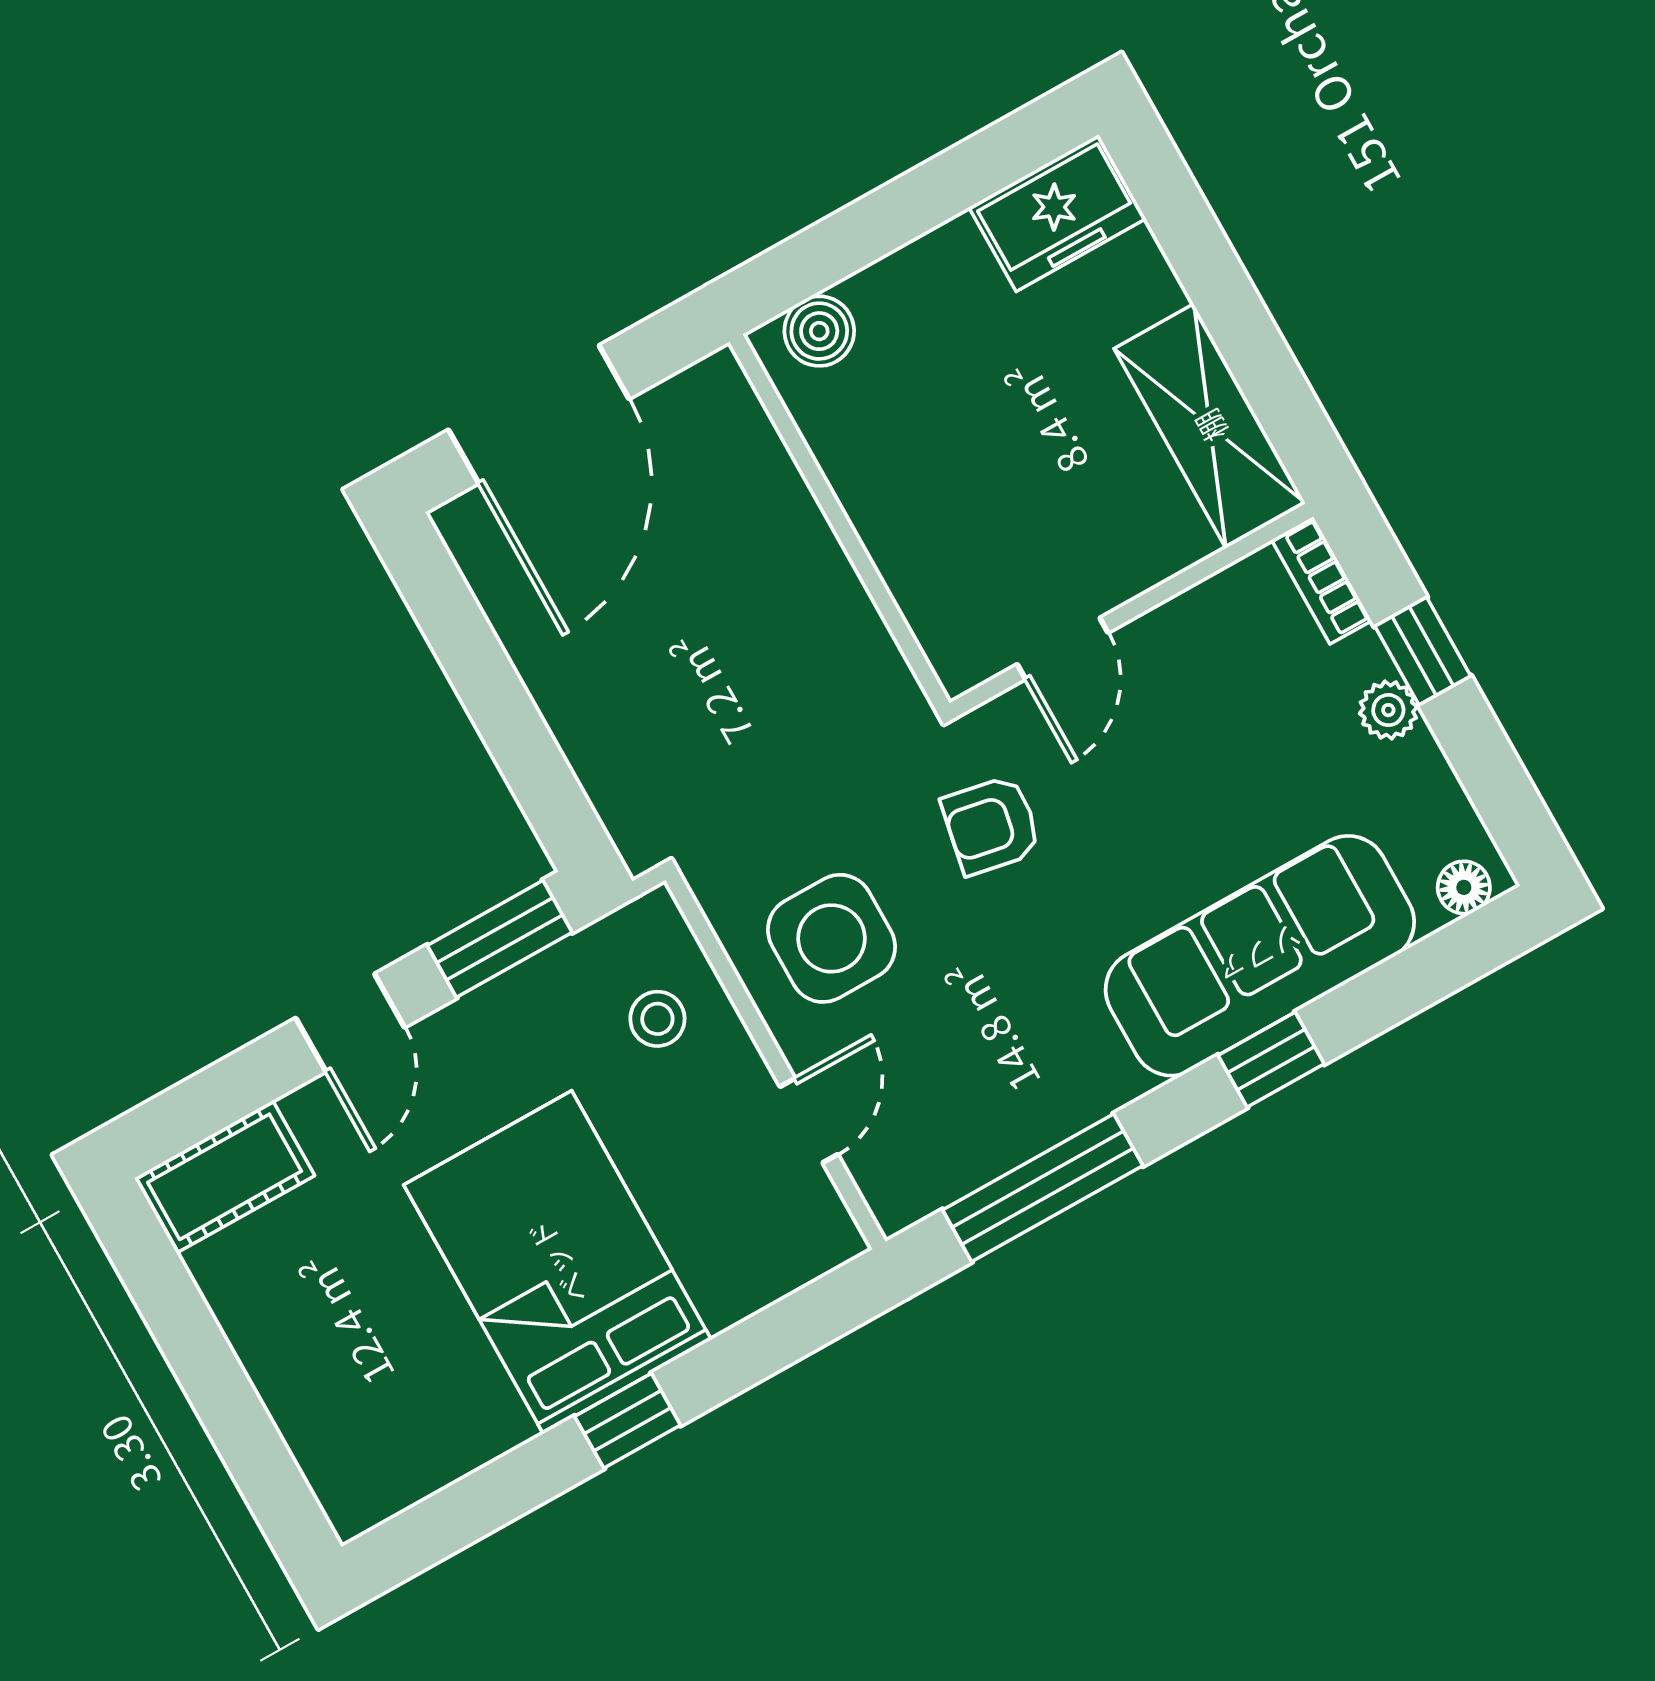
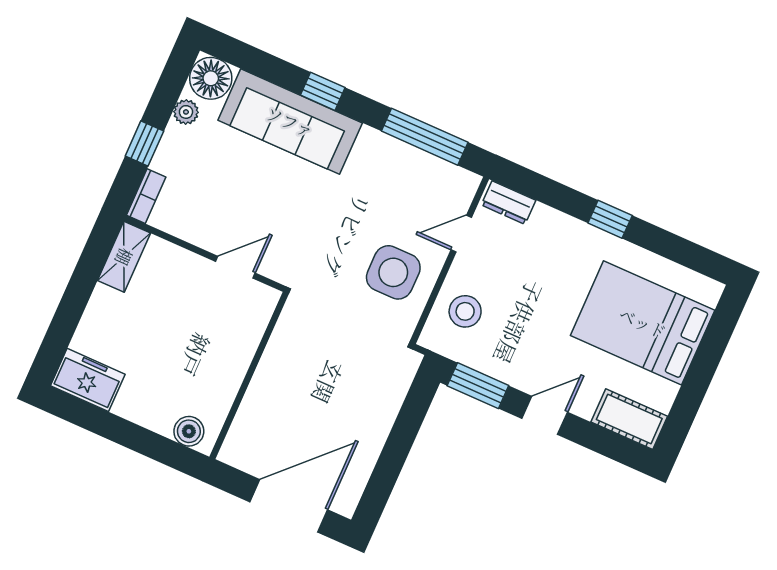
shelving: (1210, 426) -> (124, 257), width x0.67, depth x0.75
plant: (1388, 710) -> (186, 112), moved
armchair: (991, 825) -> (314, 247), removed
floor lamp: (1464, 887) -> (211, 78), width x1.89, depth x1.89
stool: (657, 1019) -> (465, 311), width x1.37, depth x1.37
dresser: (801, 1253) -> (509, 203), added
bed: (557, 1262) -> (643, 323), moved, turned 90

